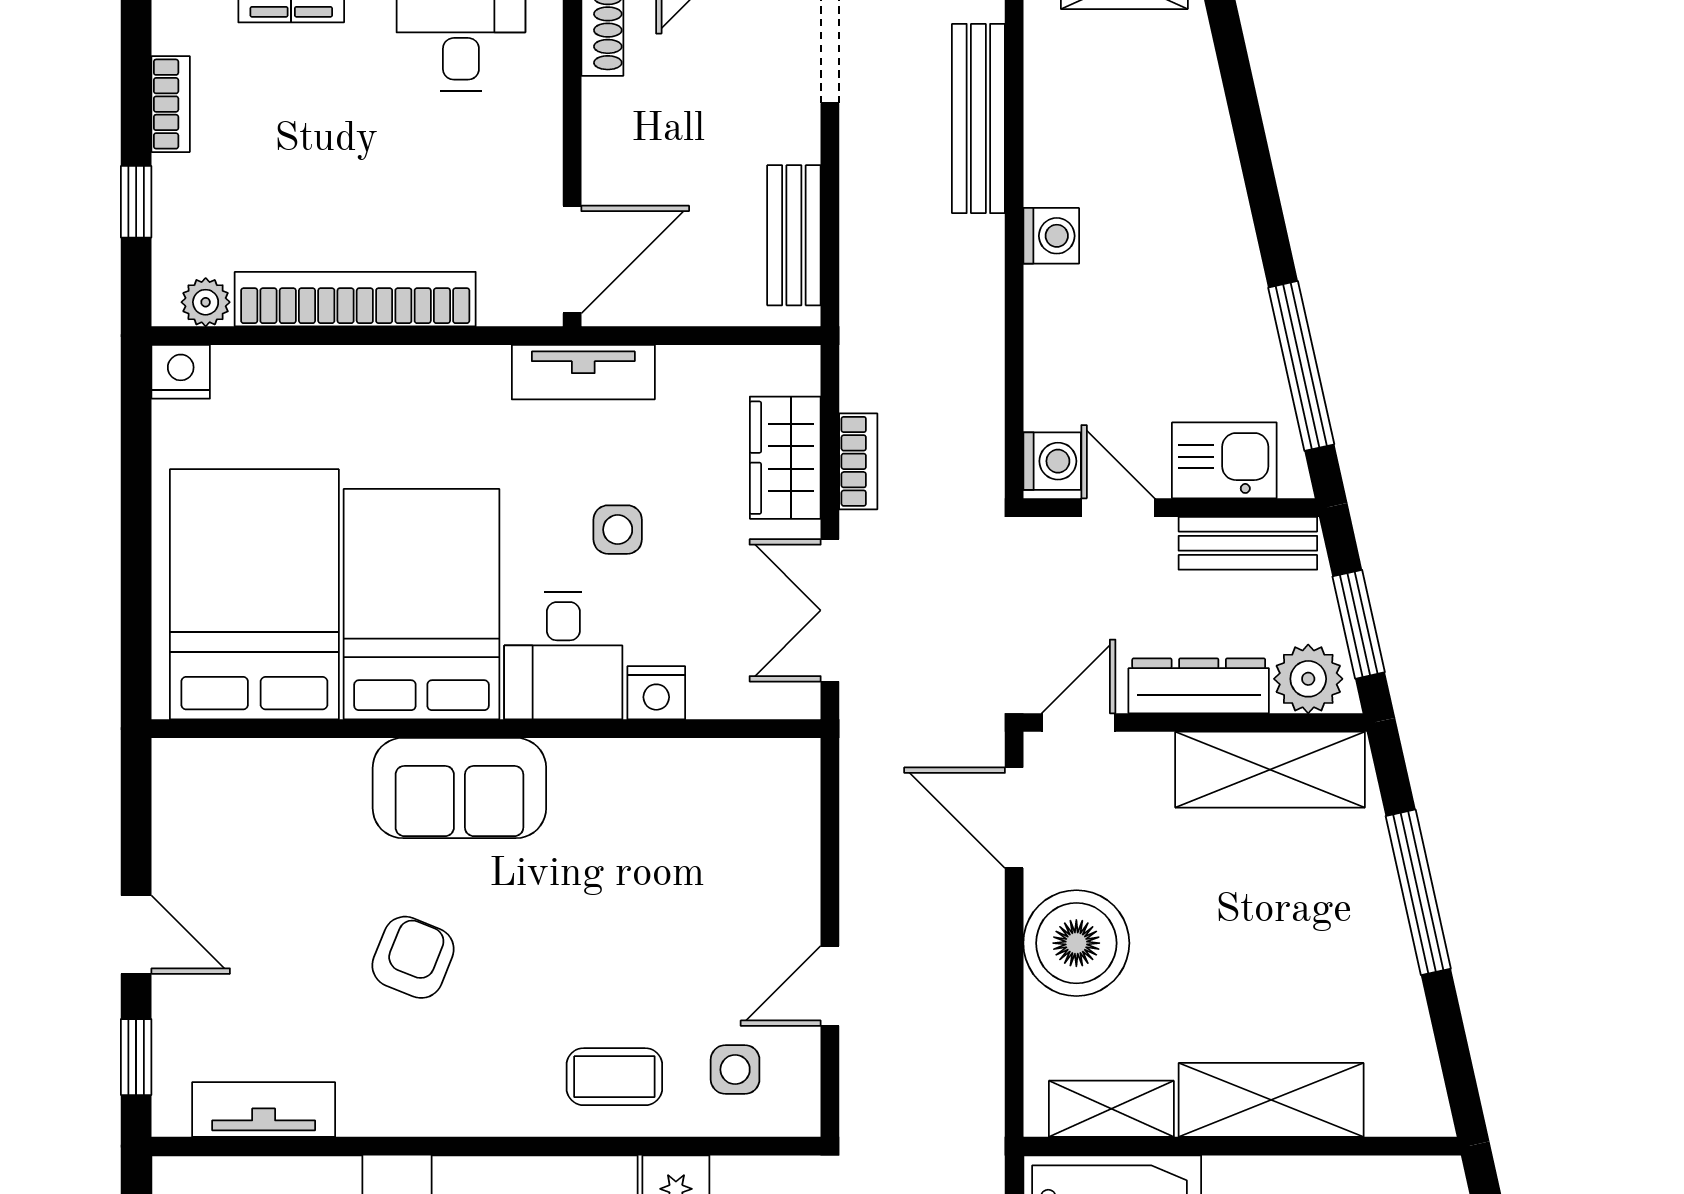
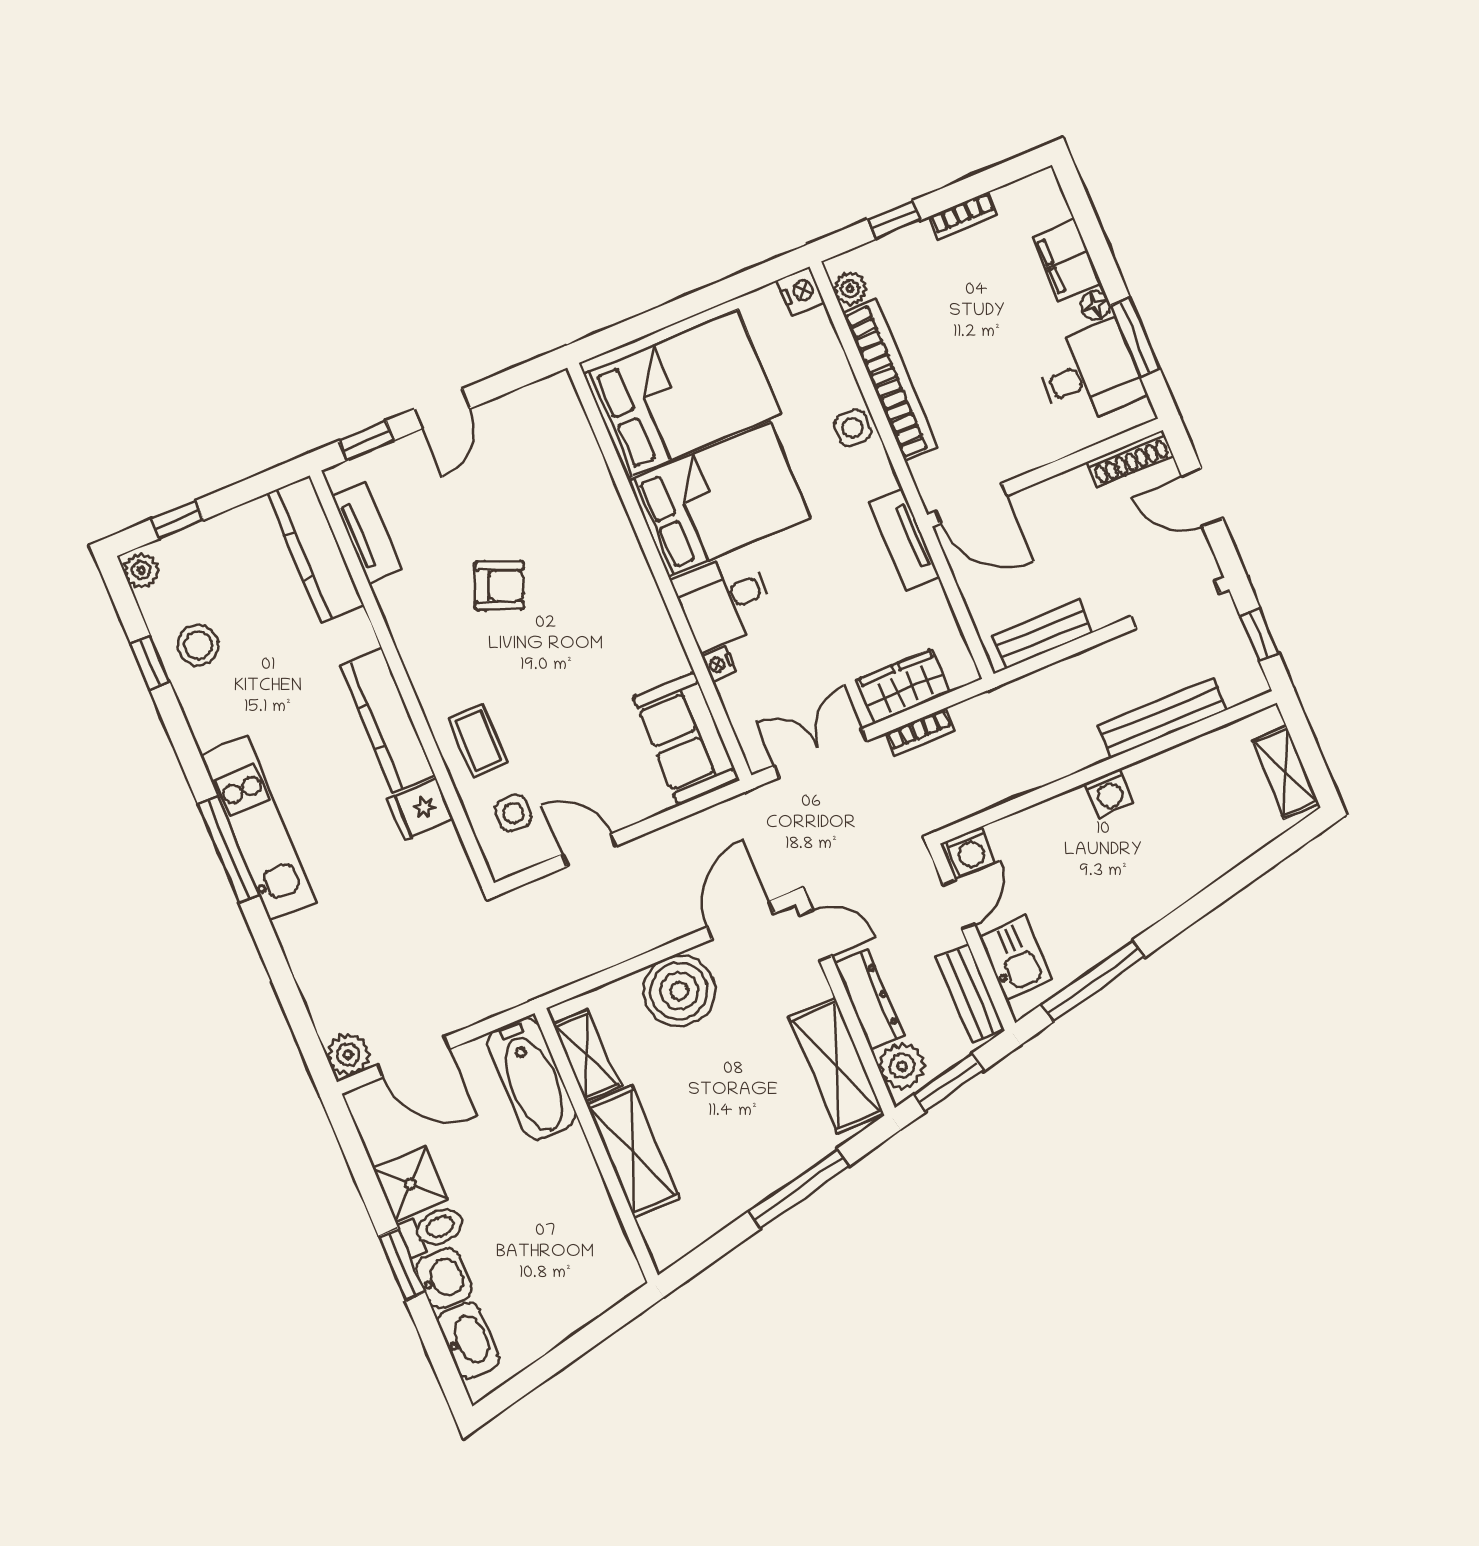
side table: (618, 530) -> (852, 428), moved
nightstand: (656, 693) -> (719, 664), width x0.72, depth x0.74
sofa: (459, 788) -> (686, 738), moved

